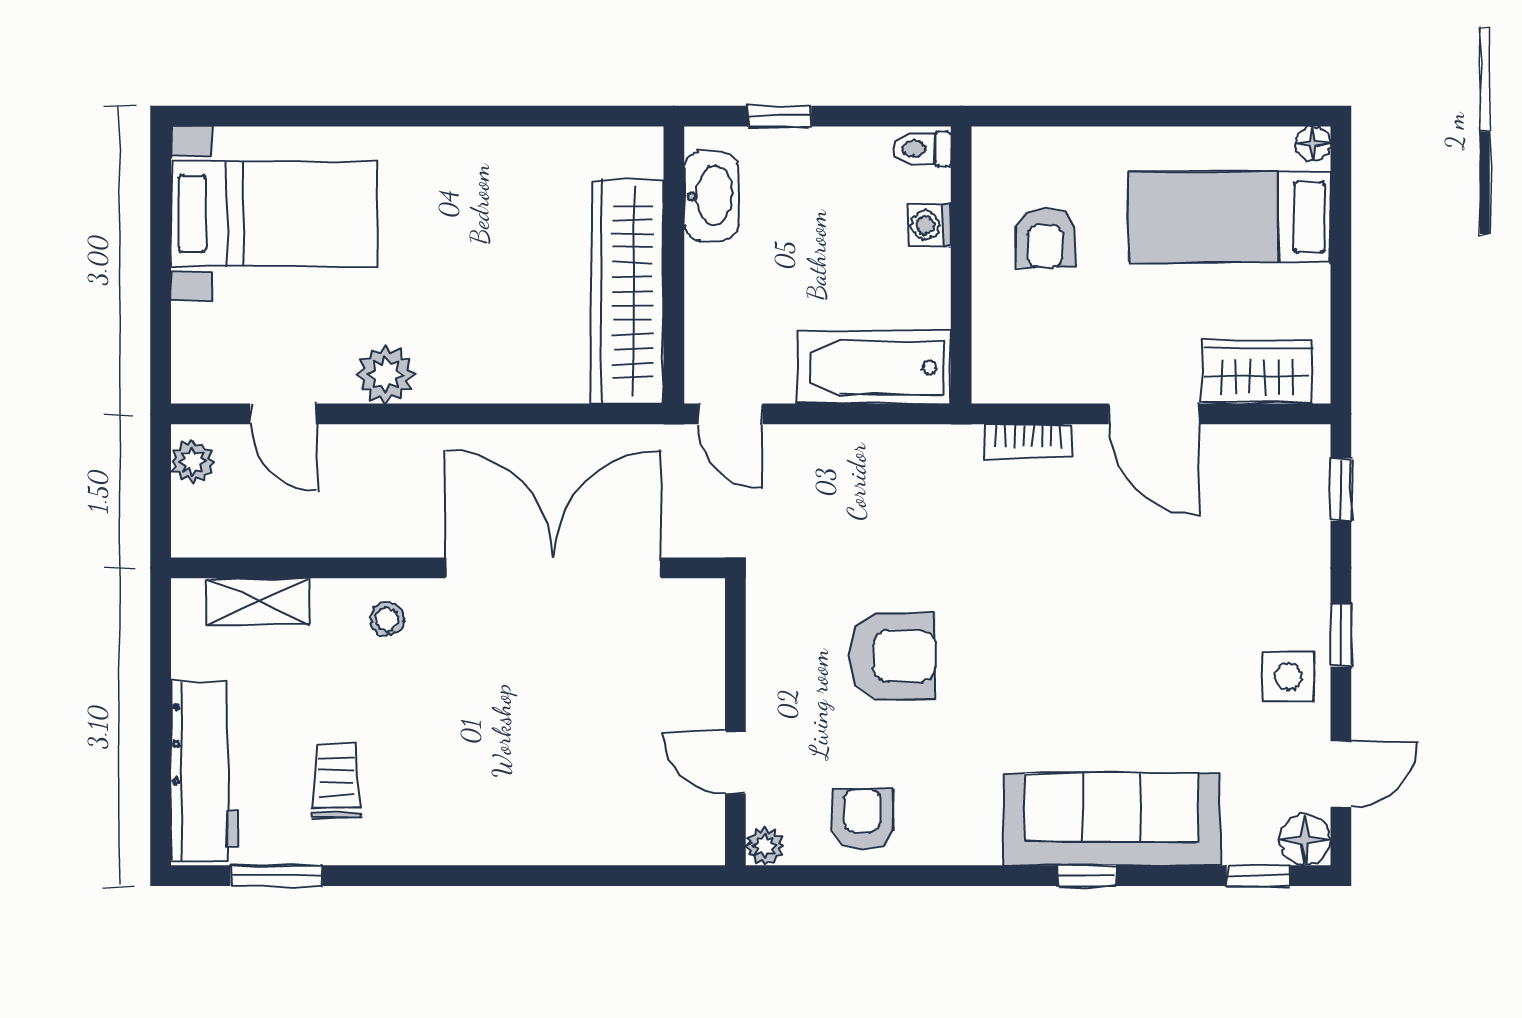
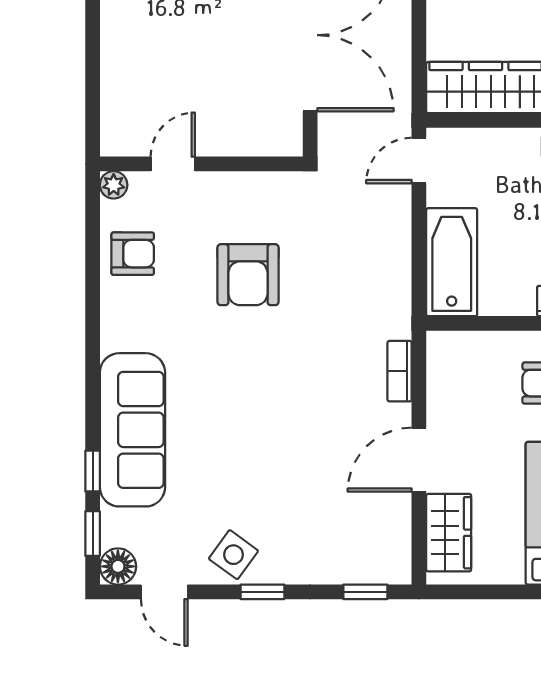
side table: (1288, 676) -> (233, 555), turned 36
window: (1087, 876) -> (93, 471), moved

